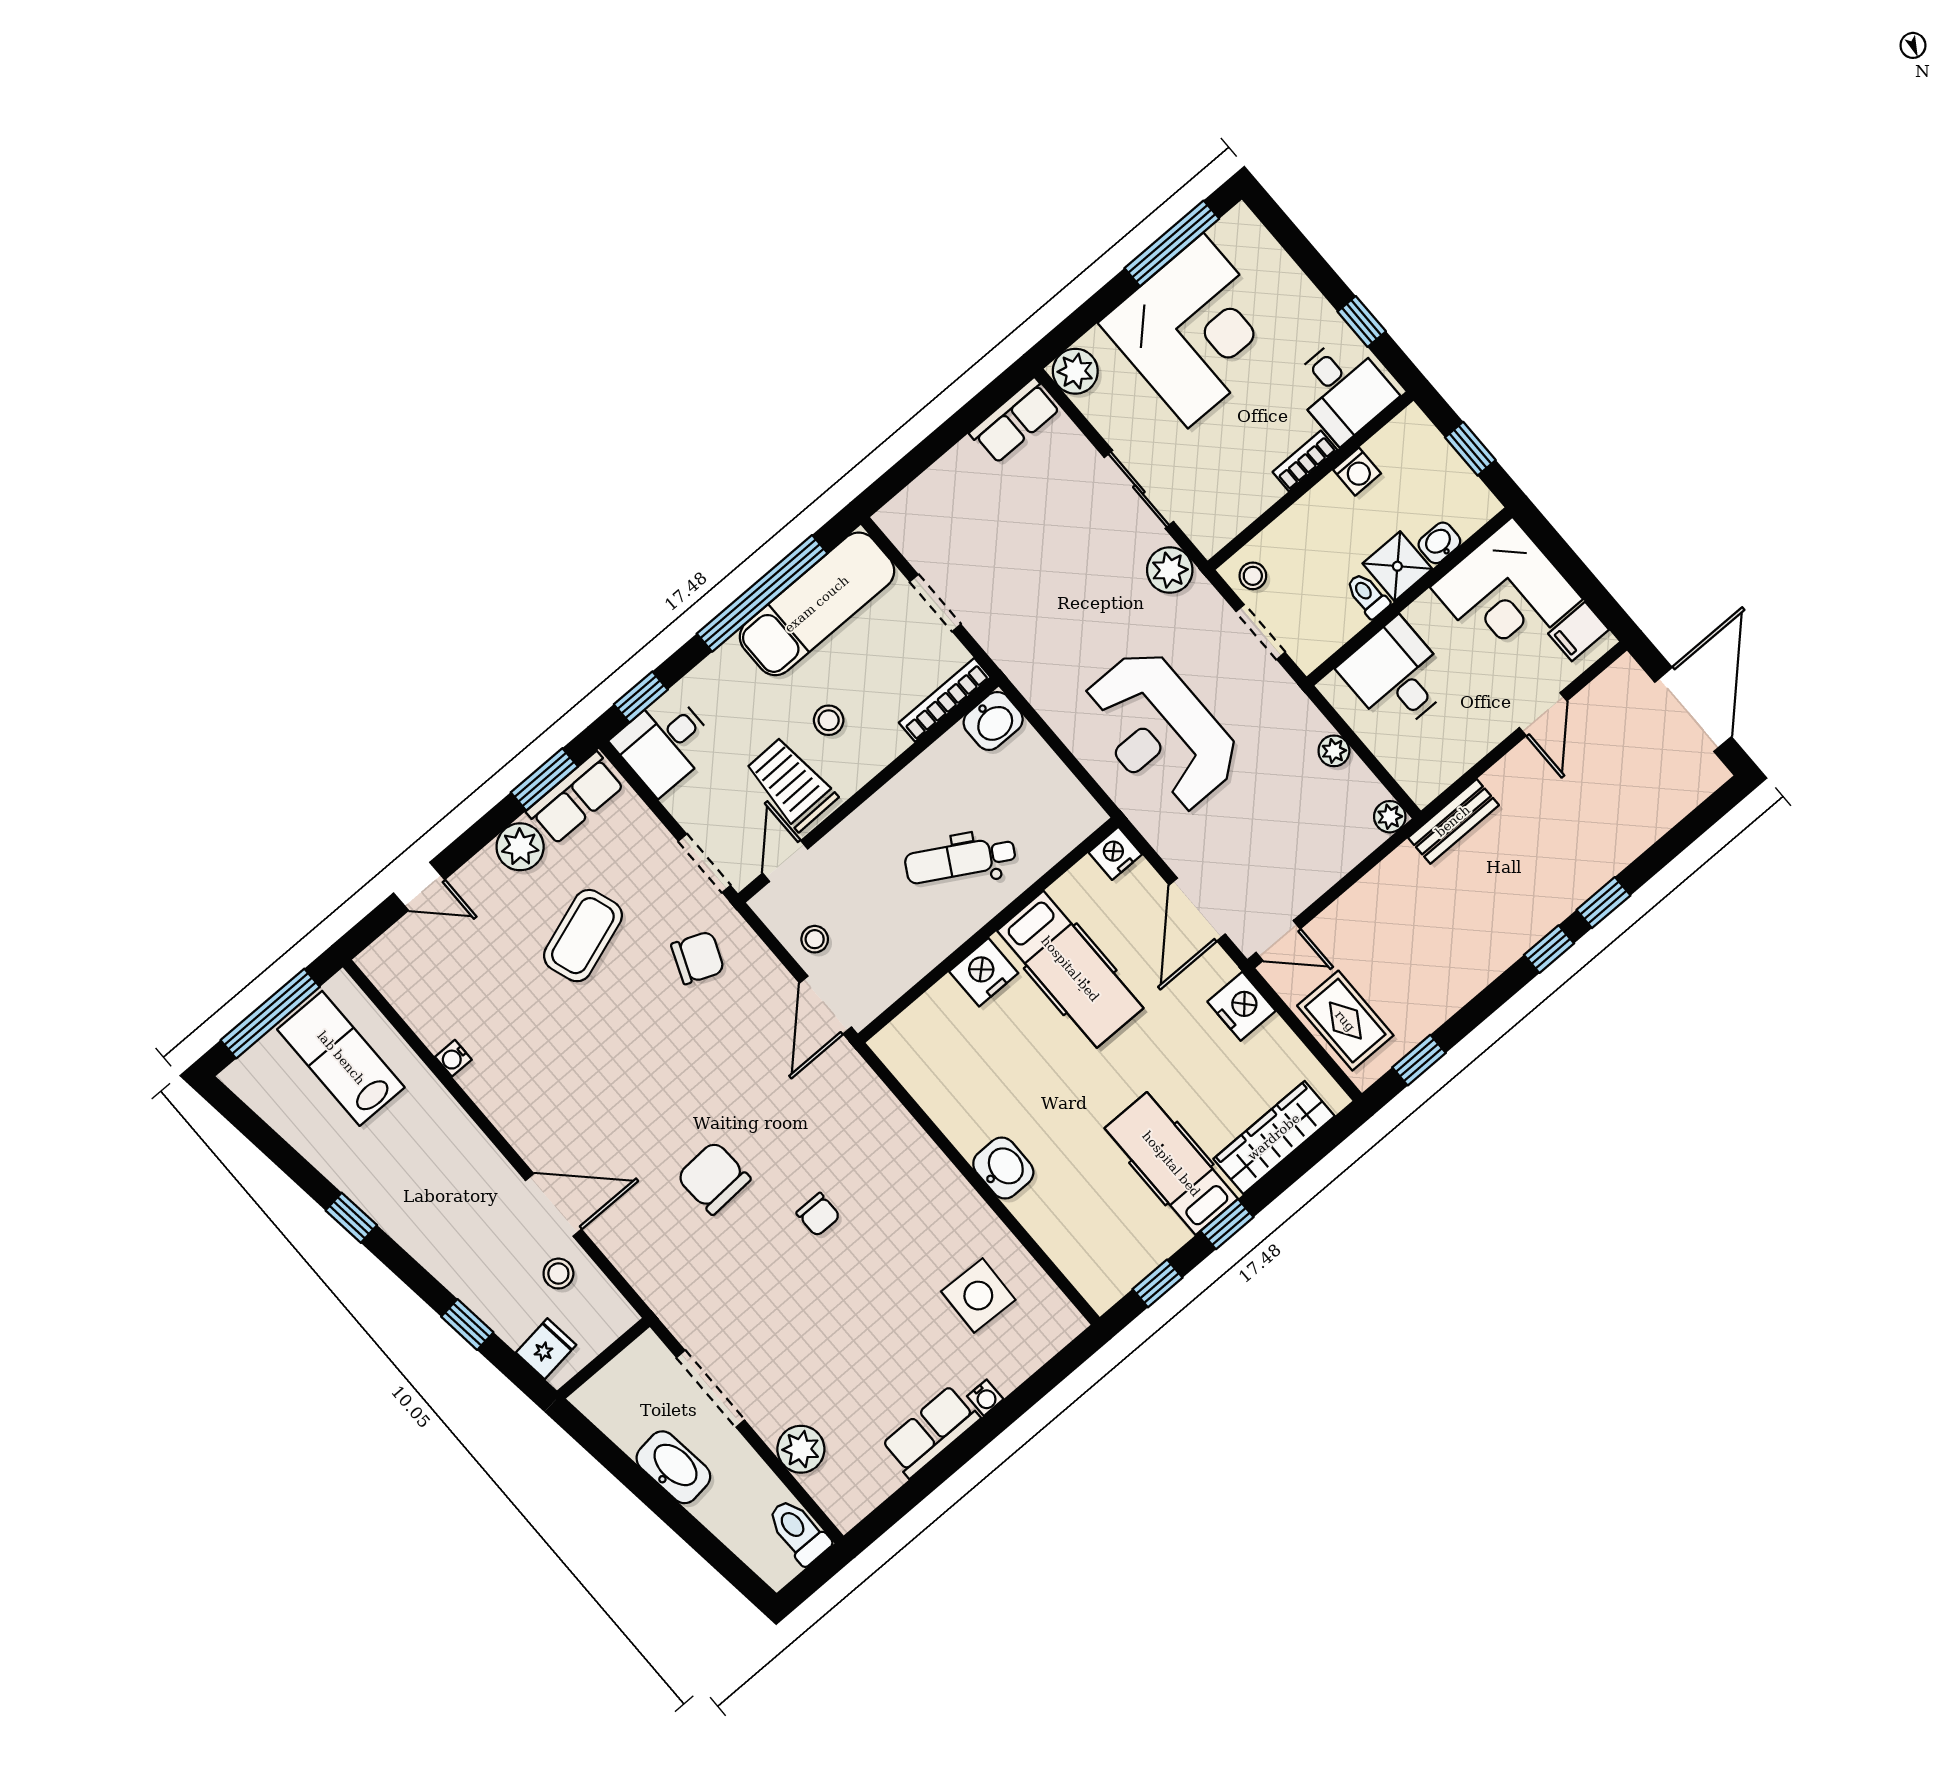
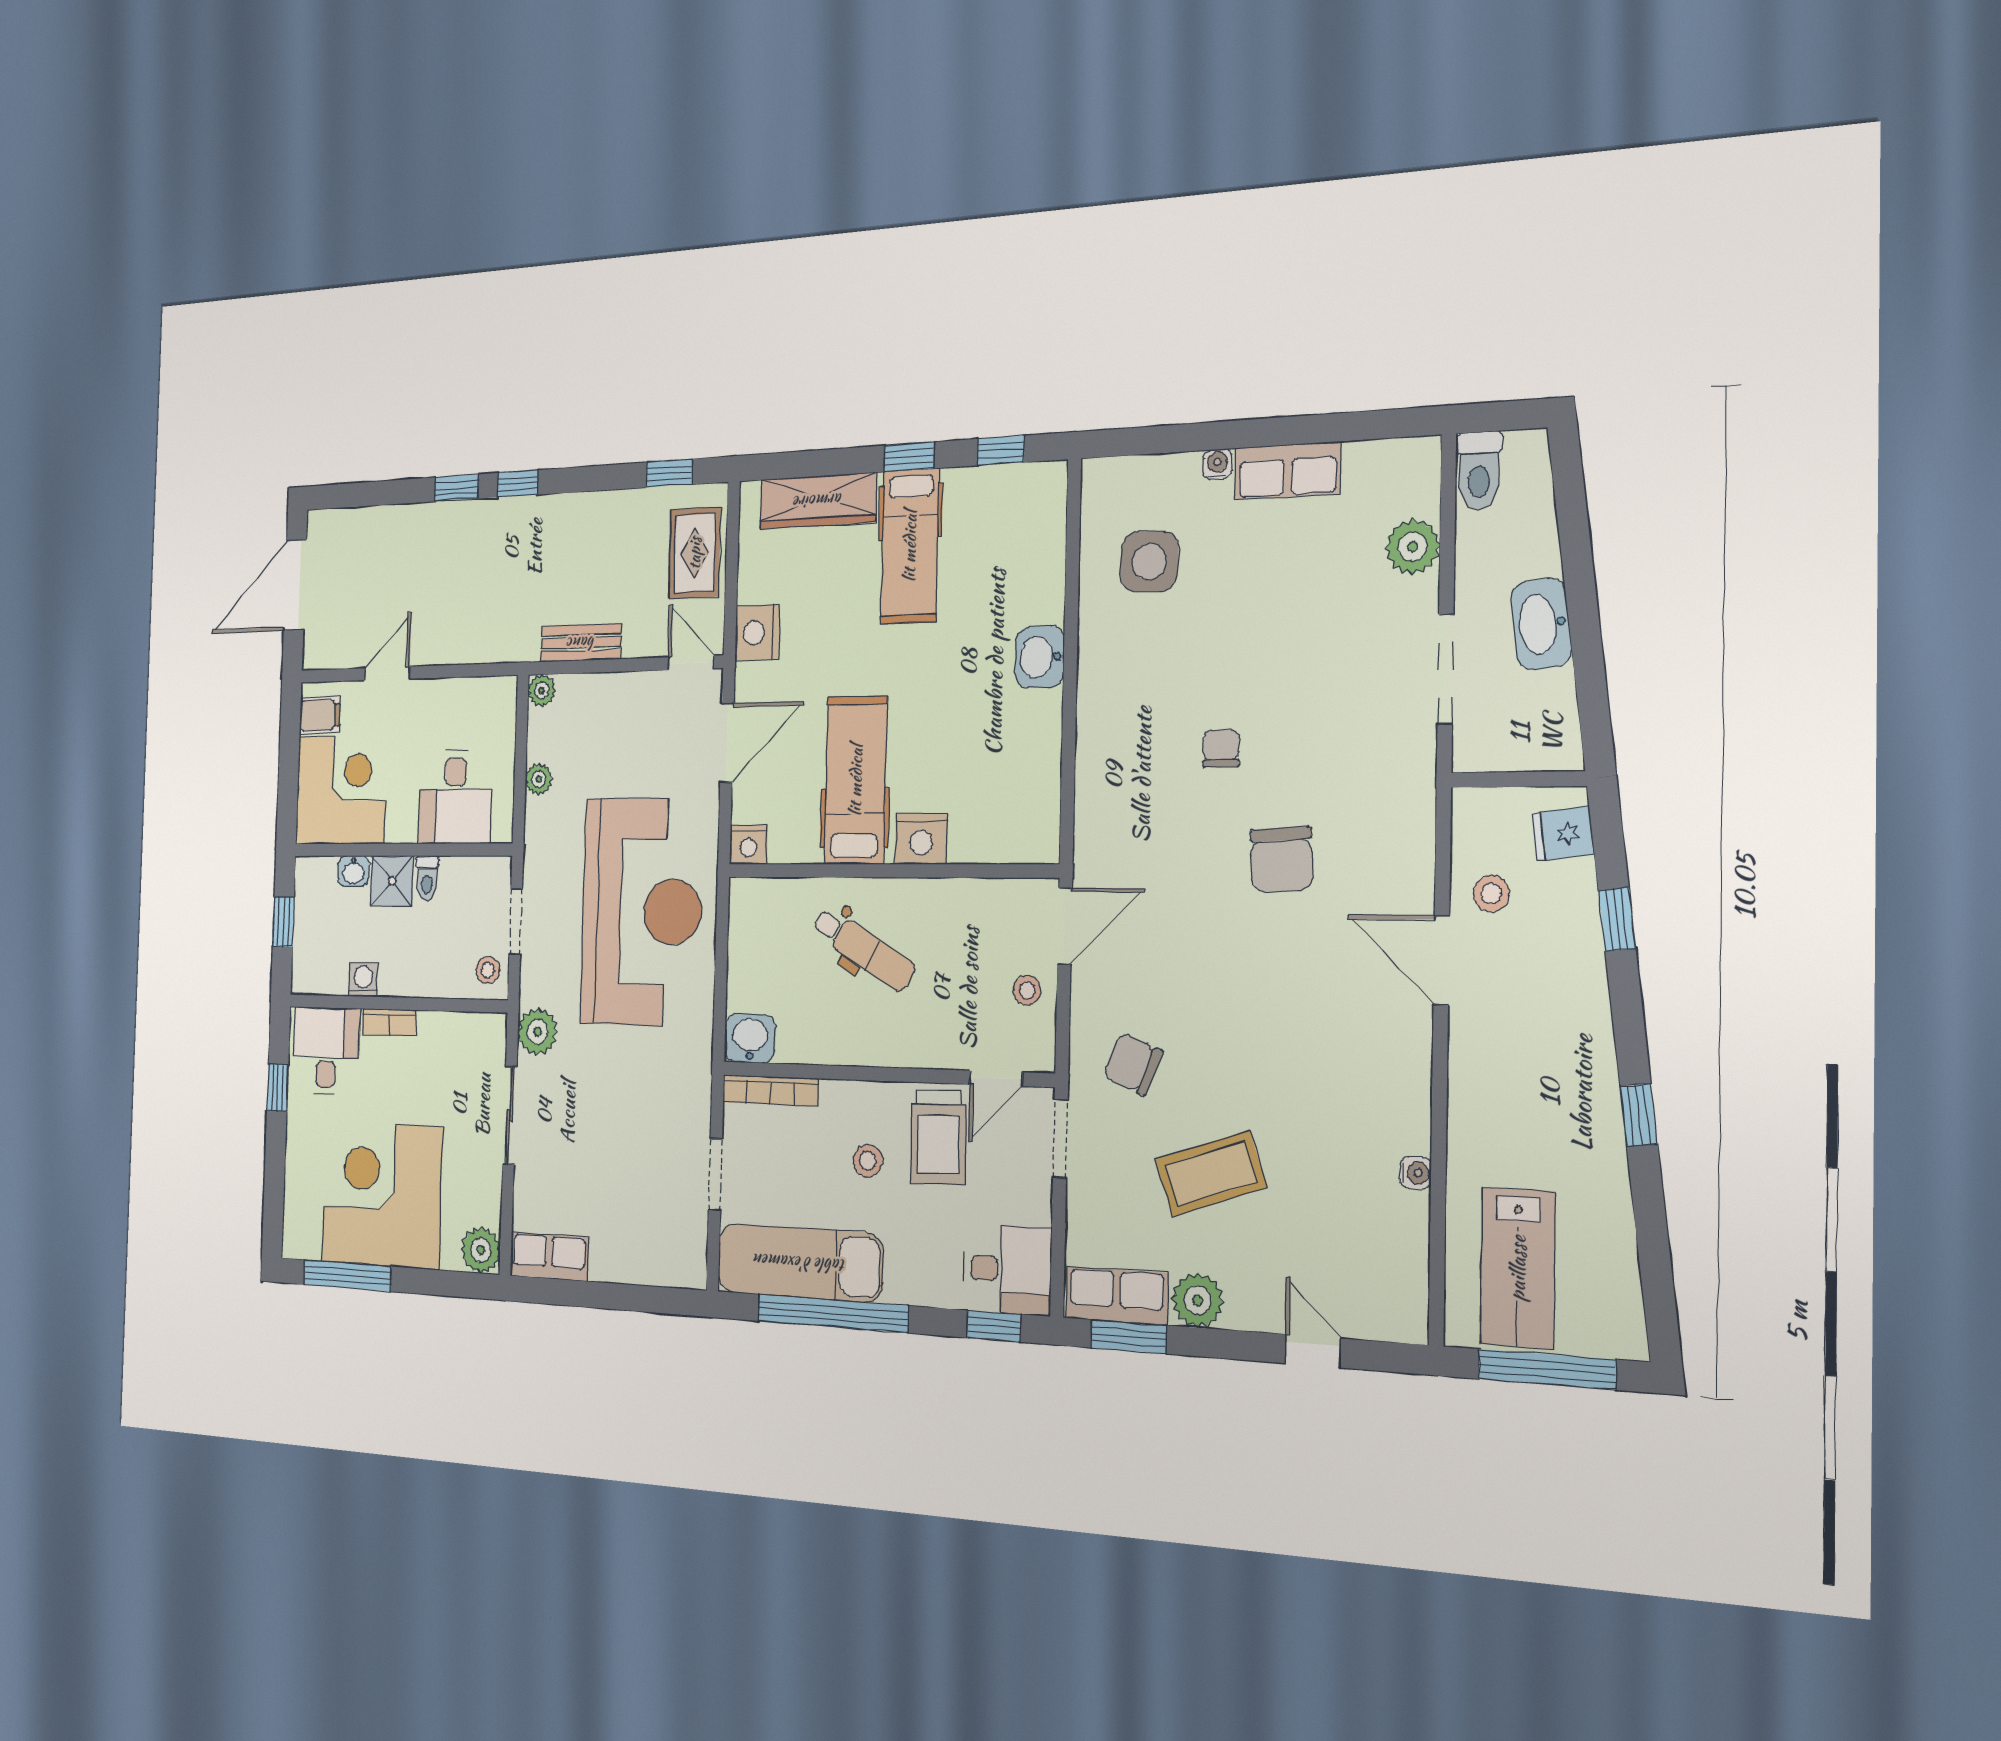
reception desk: (1160, 732) -> (642, 912), width x1.36, depth x1.30
bench: (1453, 821) -> (581, 643), moved

